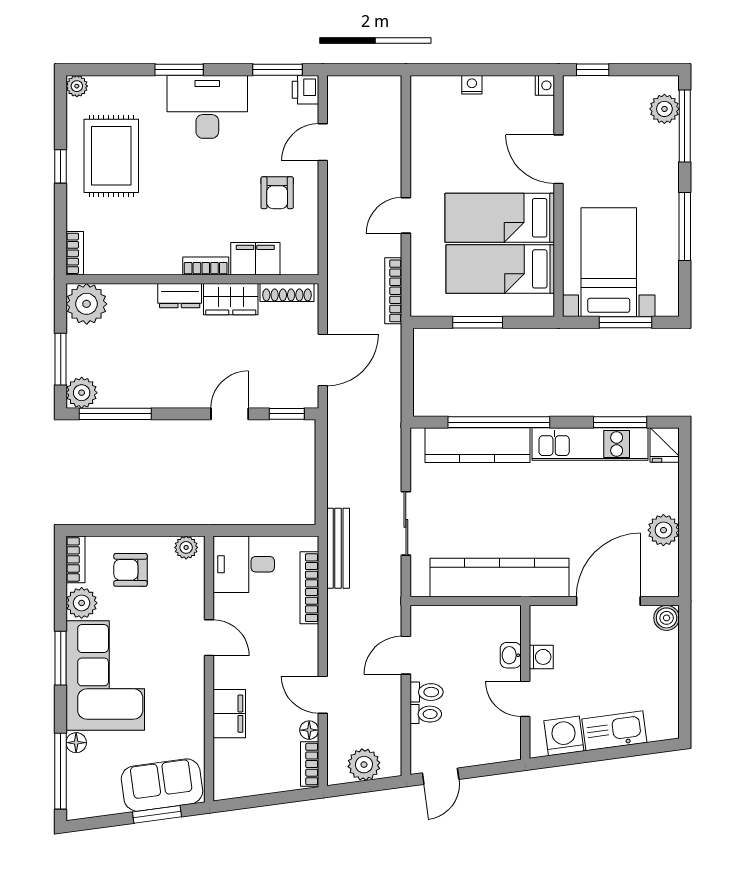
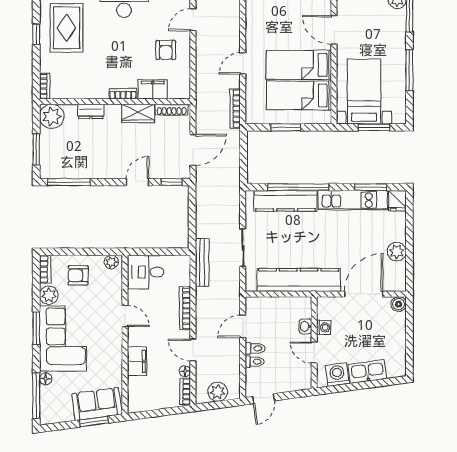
dresser: (180, 296) -> (91, 111), moved
plant: (82, 393) -> (49, 169), removed
bookcase: (309, 588) -> (185, 308), moved

